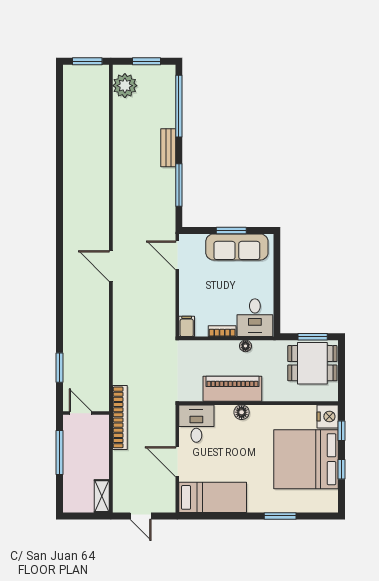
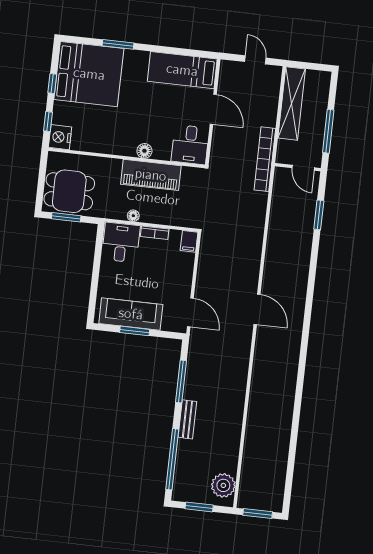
bed: (306, 459) -> (89, 74), moved
shelving: (102, 496) -> (292, 103), width x2.20, depth x1.33

